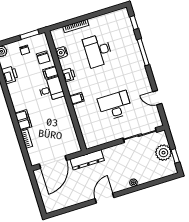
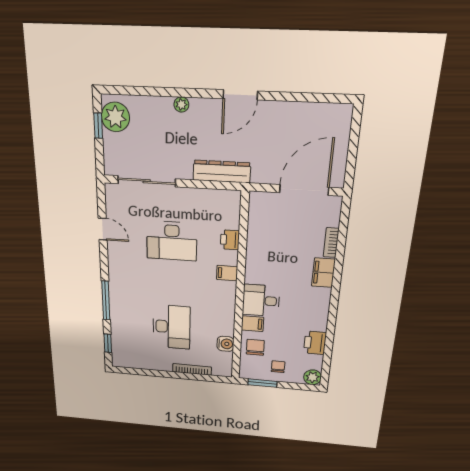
printer: (69, 75) -> (230, 240), moved
plant: (163, 153) -> (115, 117), moved
dresser: (87, 160) -> (222, 172), moved

